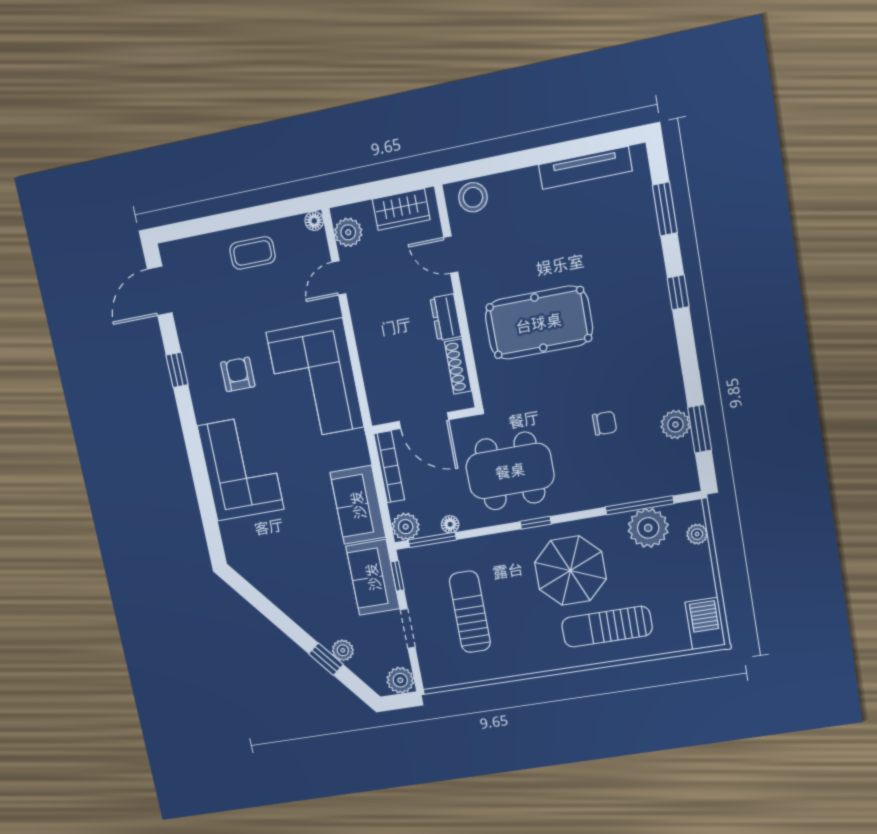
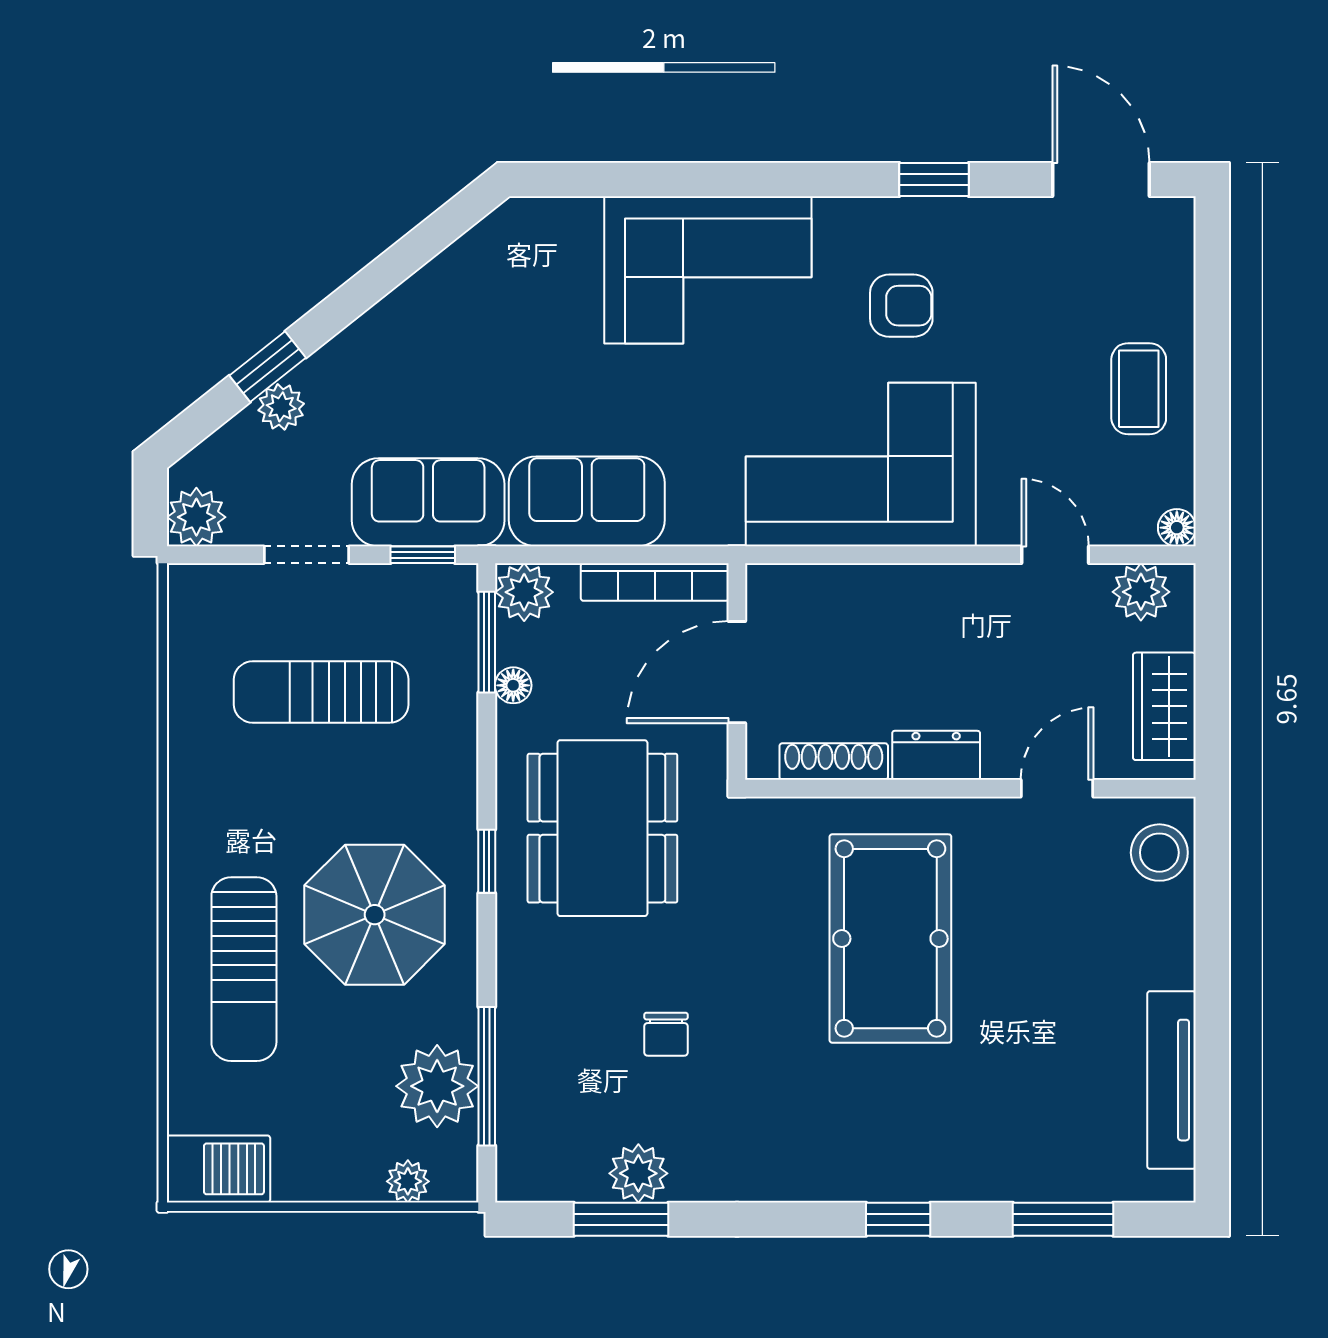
sun lounger: (470, 612) -> (321, 692), turned 180
sun lounger: (607, 627) -> (244, 969), turned 180

